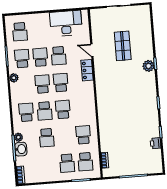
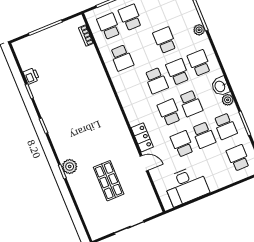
school desk: (61, 83) -> (169, 112), turned 180
school desk: (26, 112) -> (199, 63), turned 180
washbasin: (21, 149) -> (220, 86), moved

